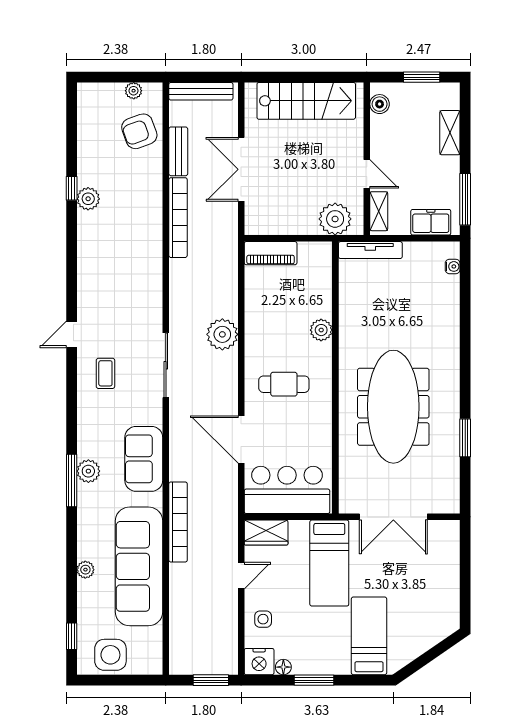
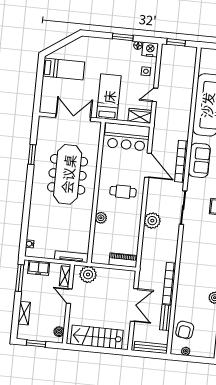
armchair: (139, 131) -> (185, 330), turned 118
bookcase: (178, 522) -> (181, 161), moved
bed: (369, 636) -> (64, 69), moved, turned -90

